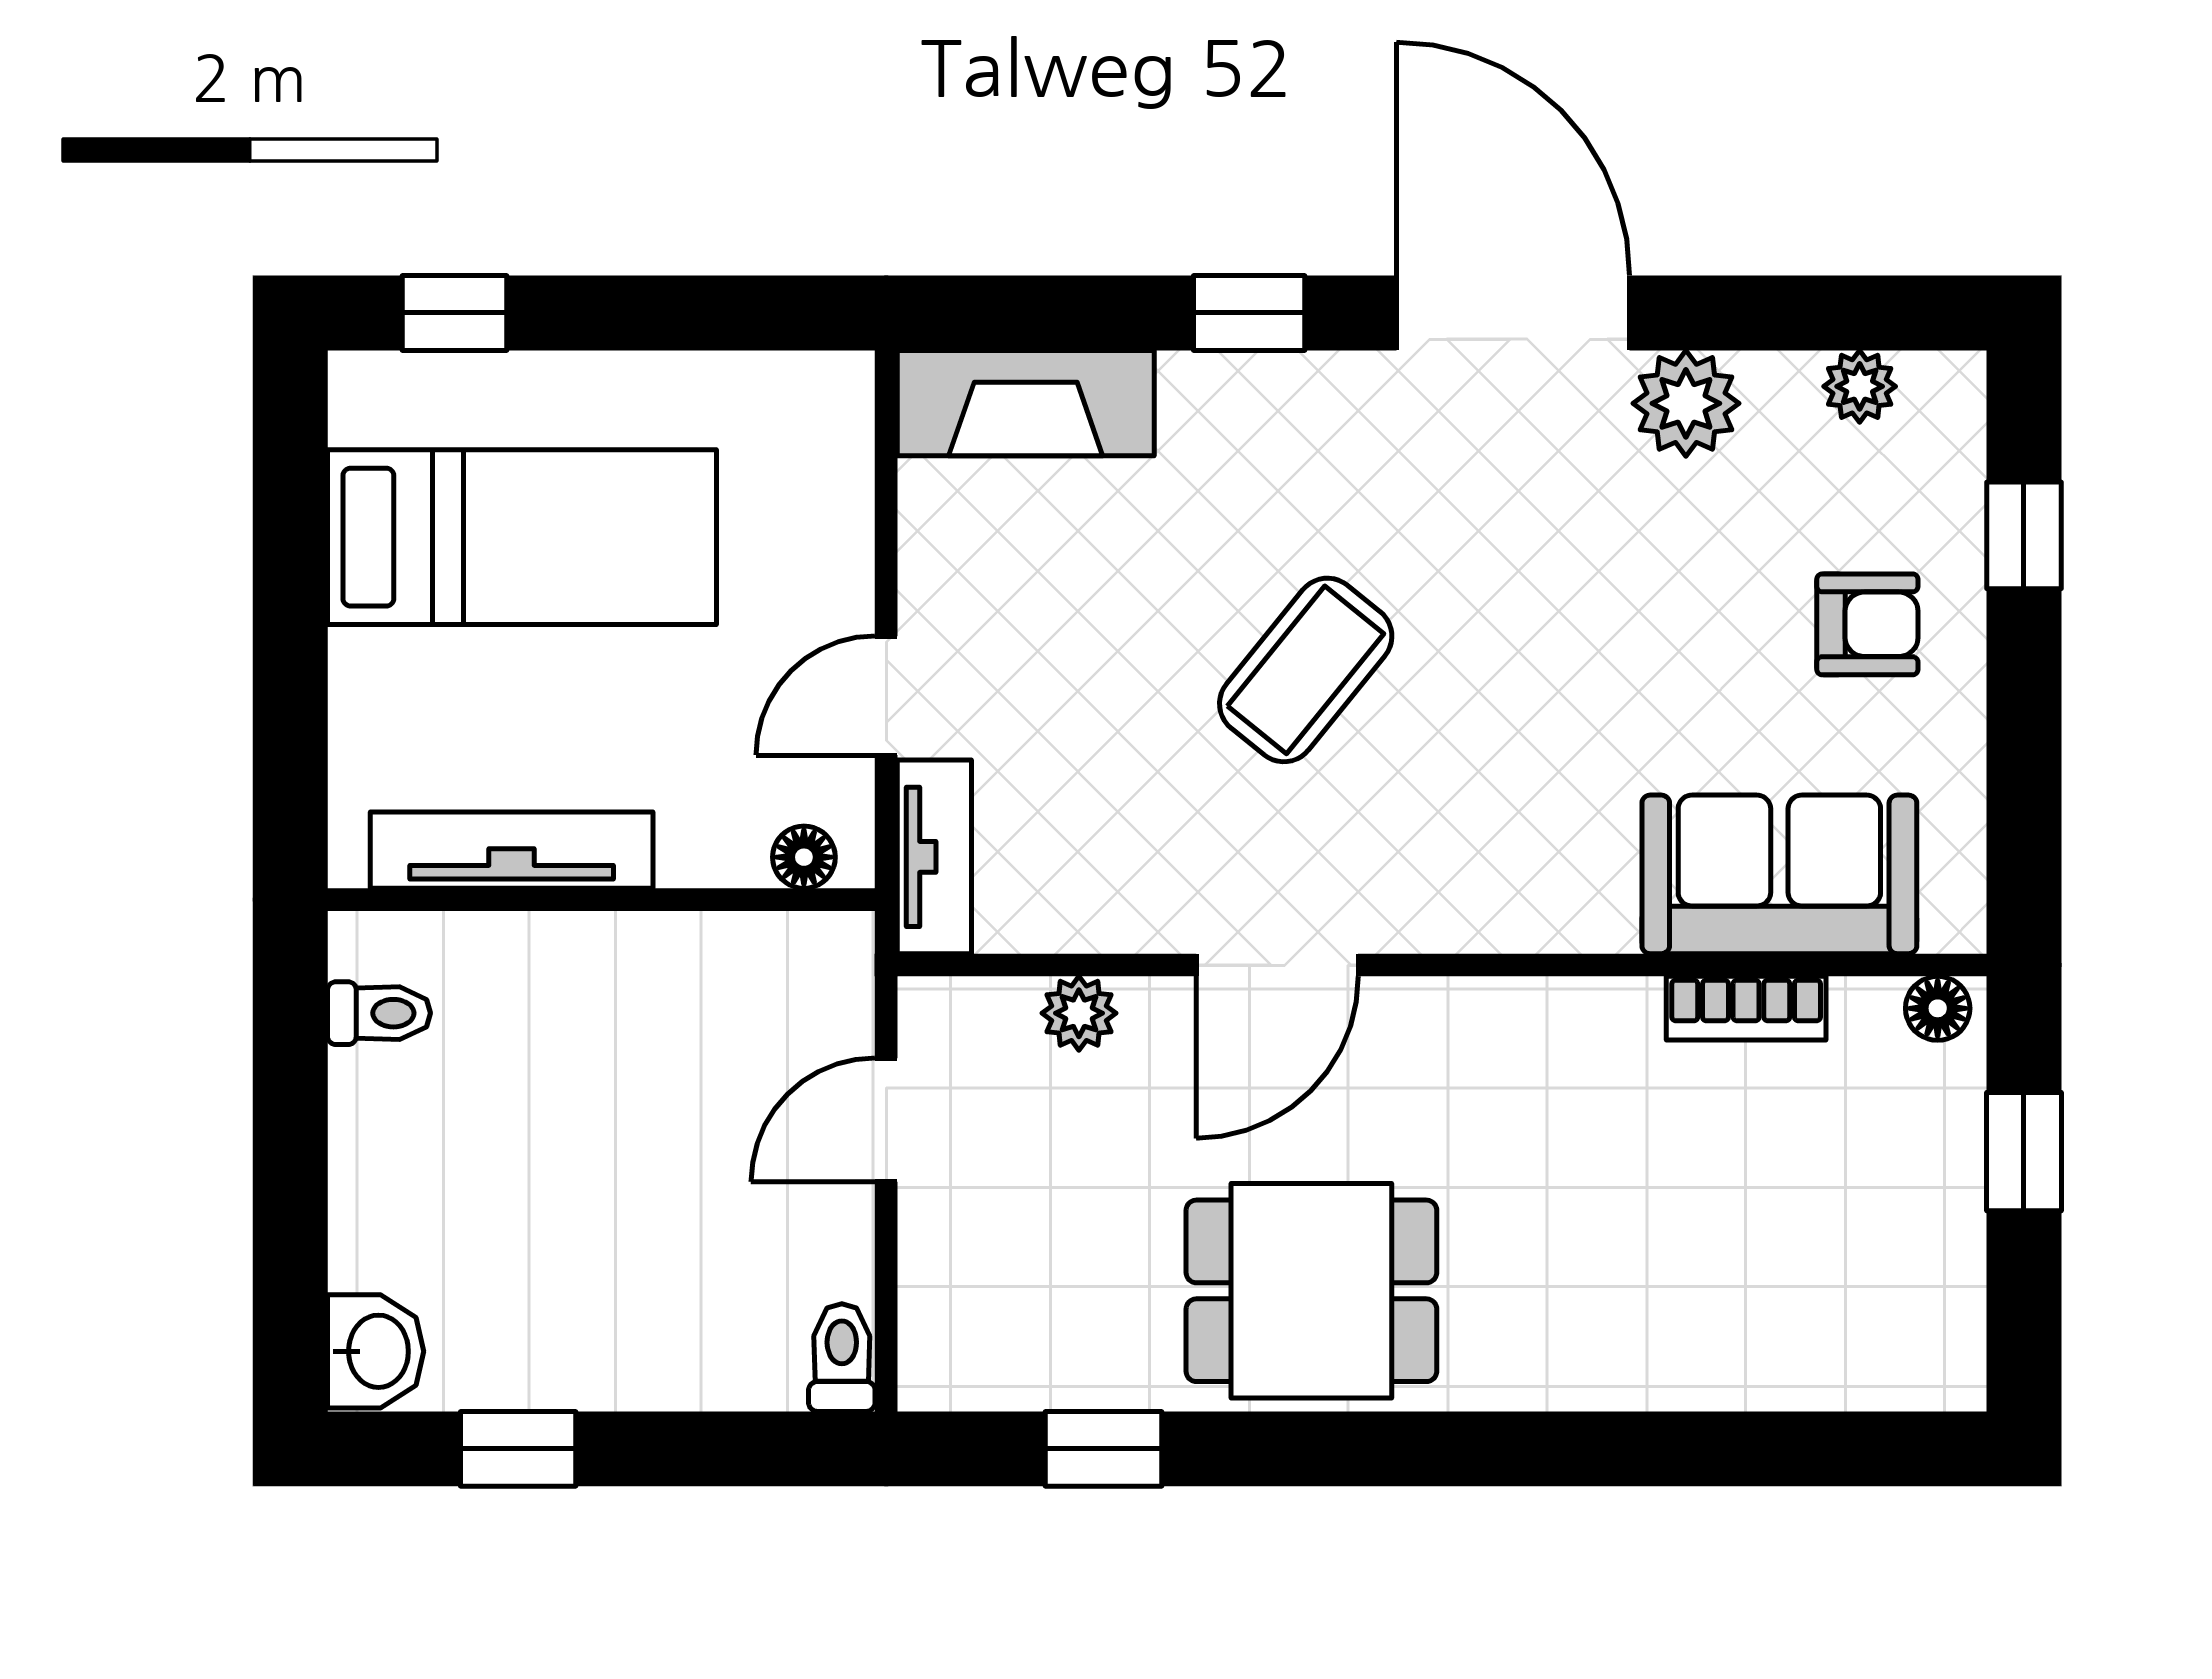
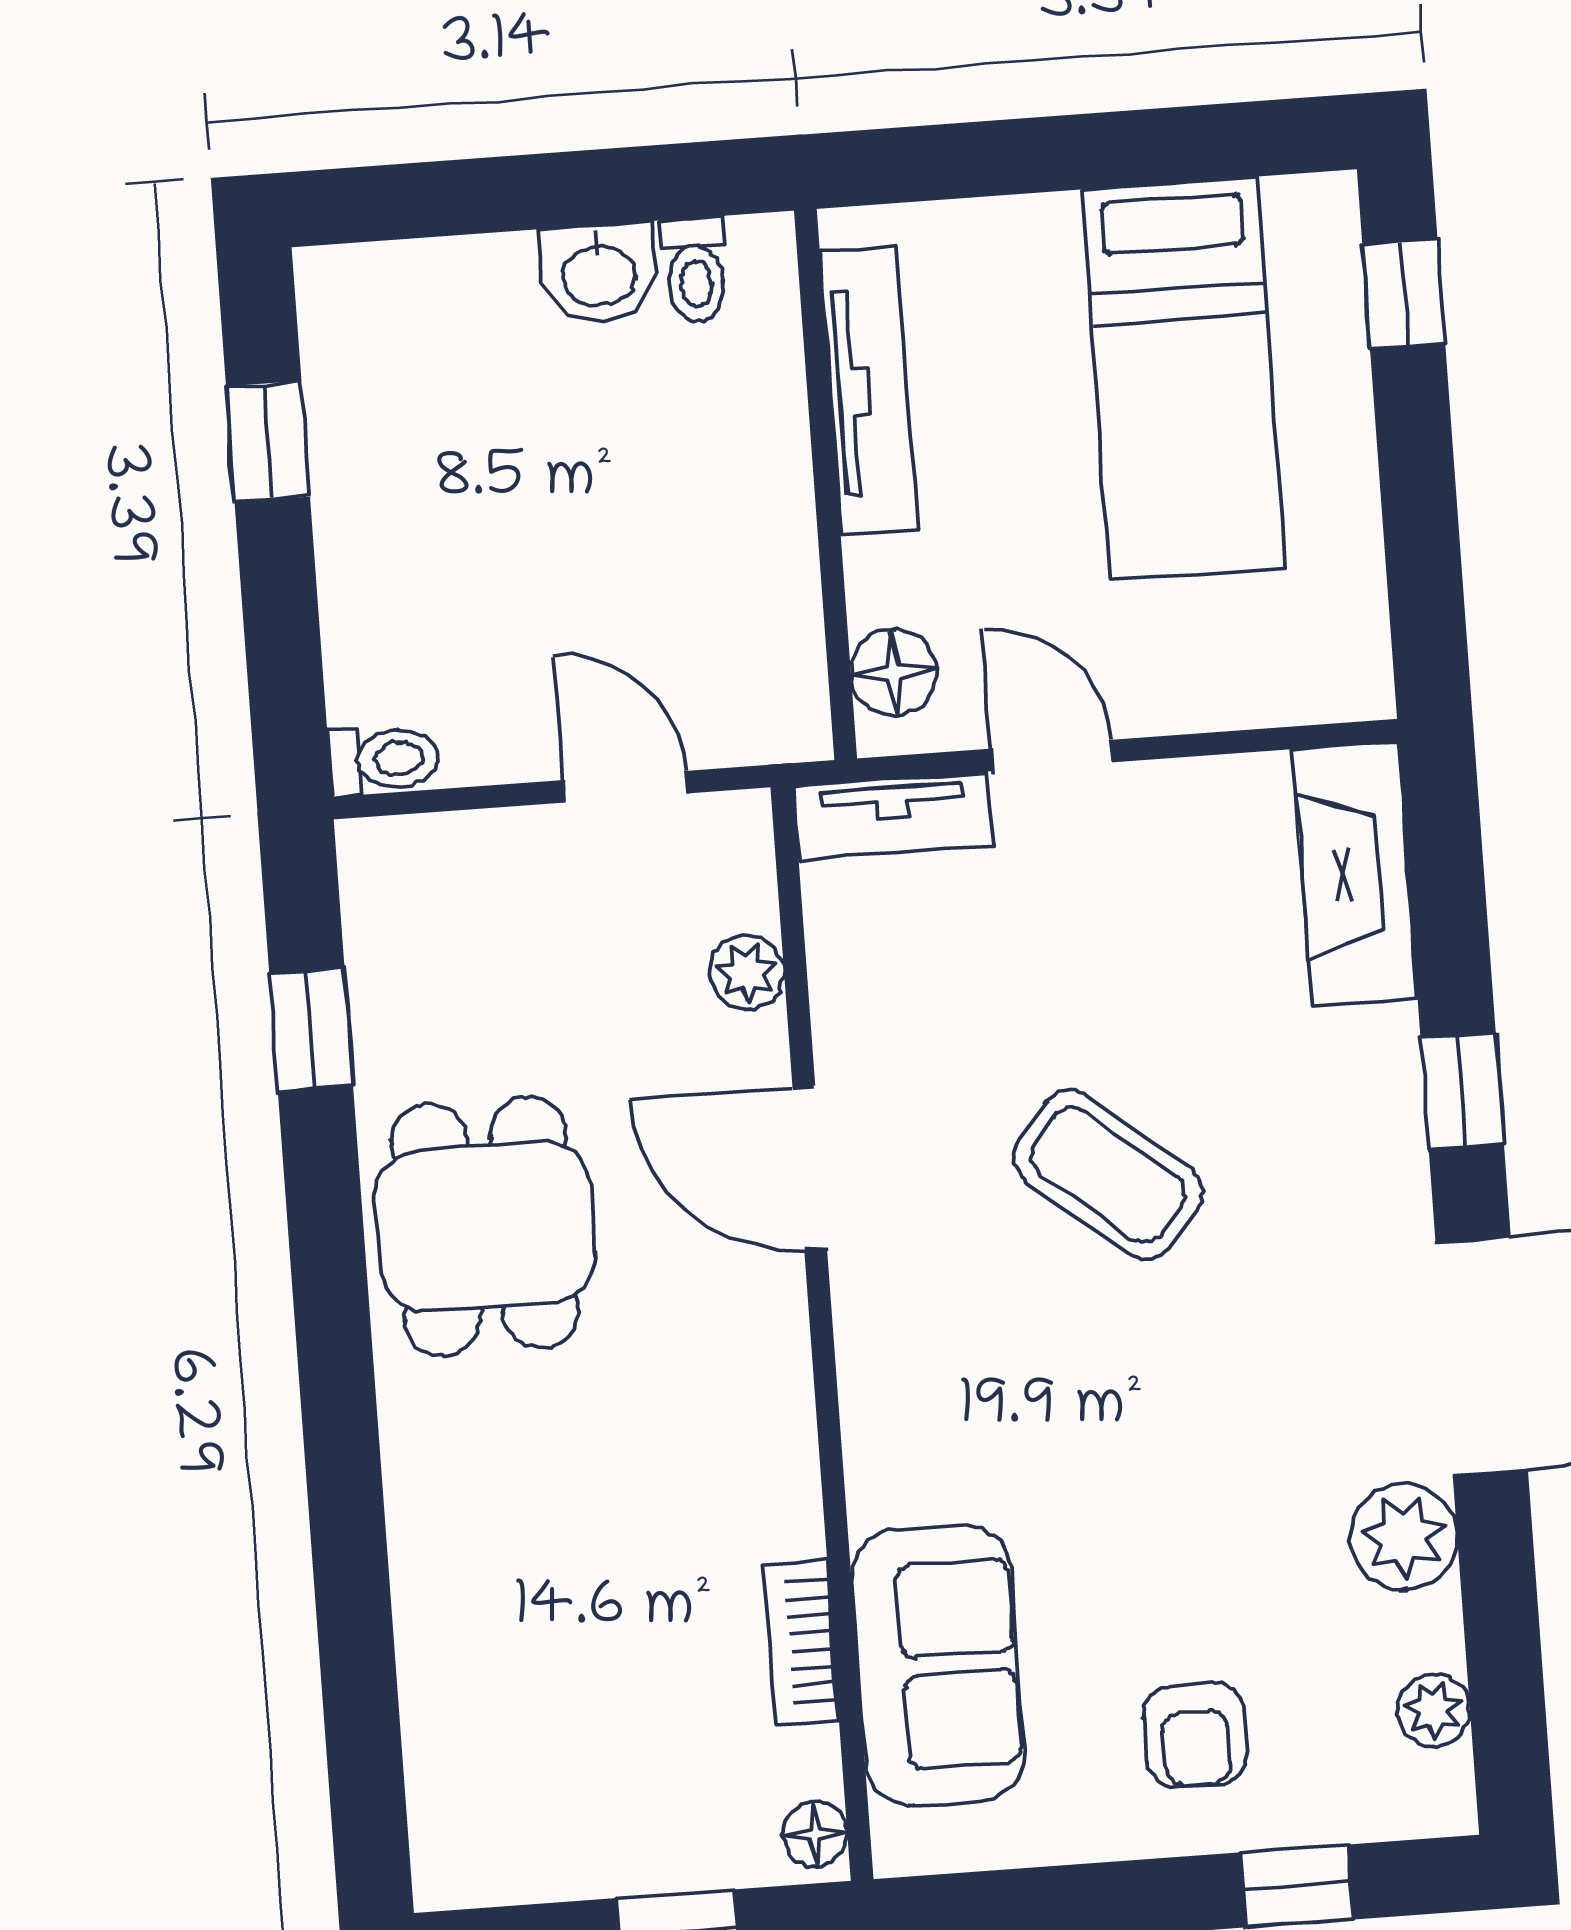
floor lamp: (804, 857) -> (894, 672), width x1.37, depth x1.37
washbasin: (376, 1351) -> (599, 273), moved

